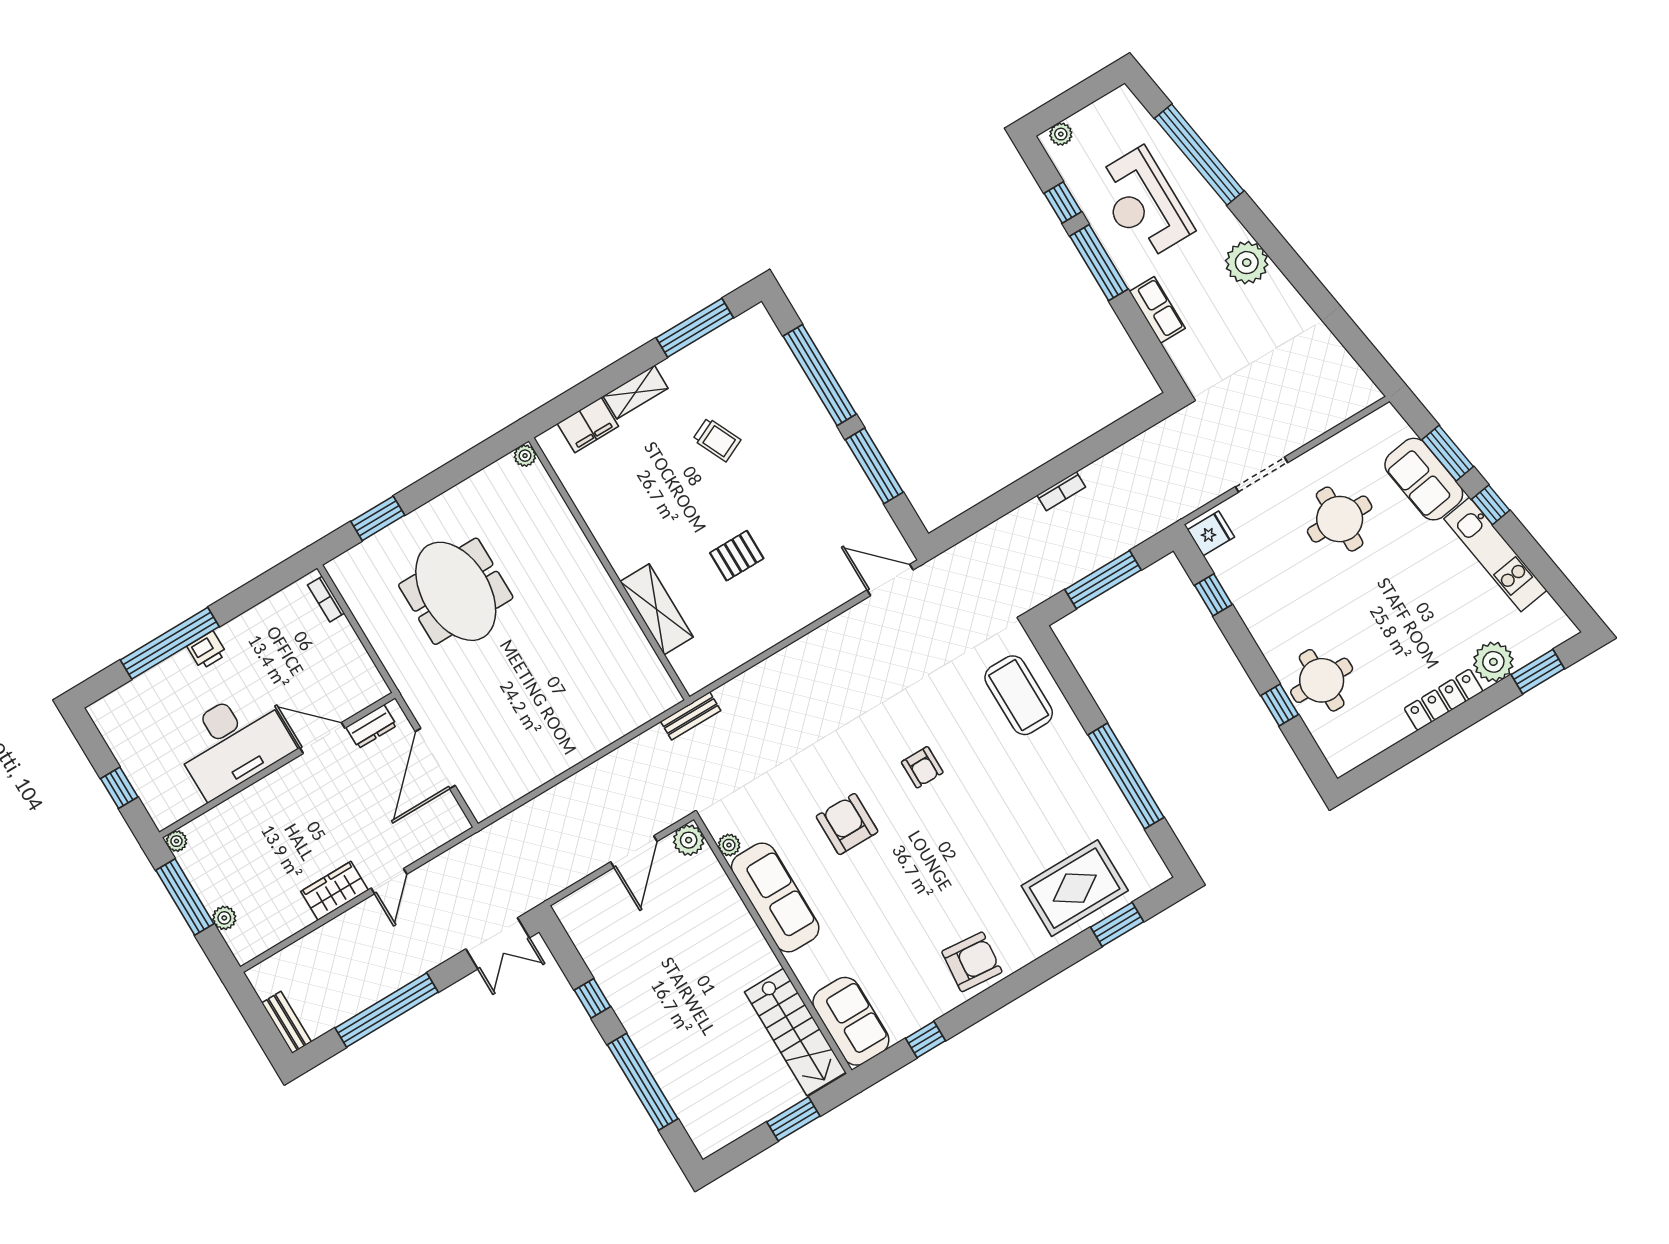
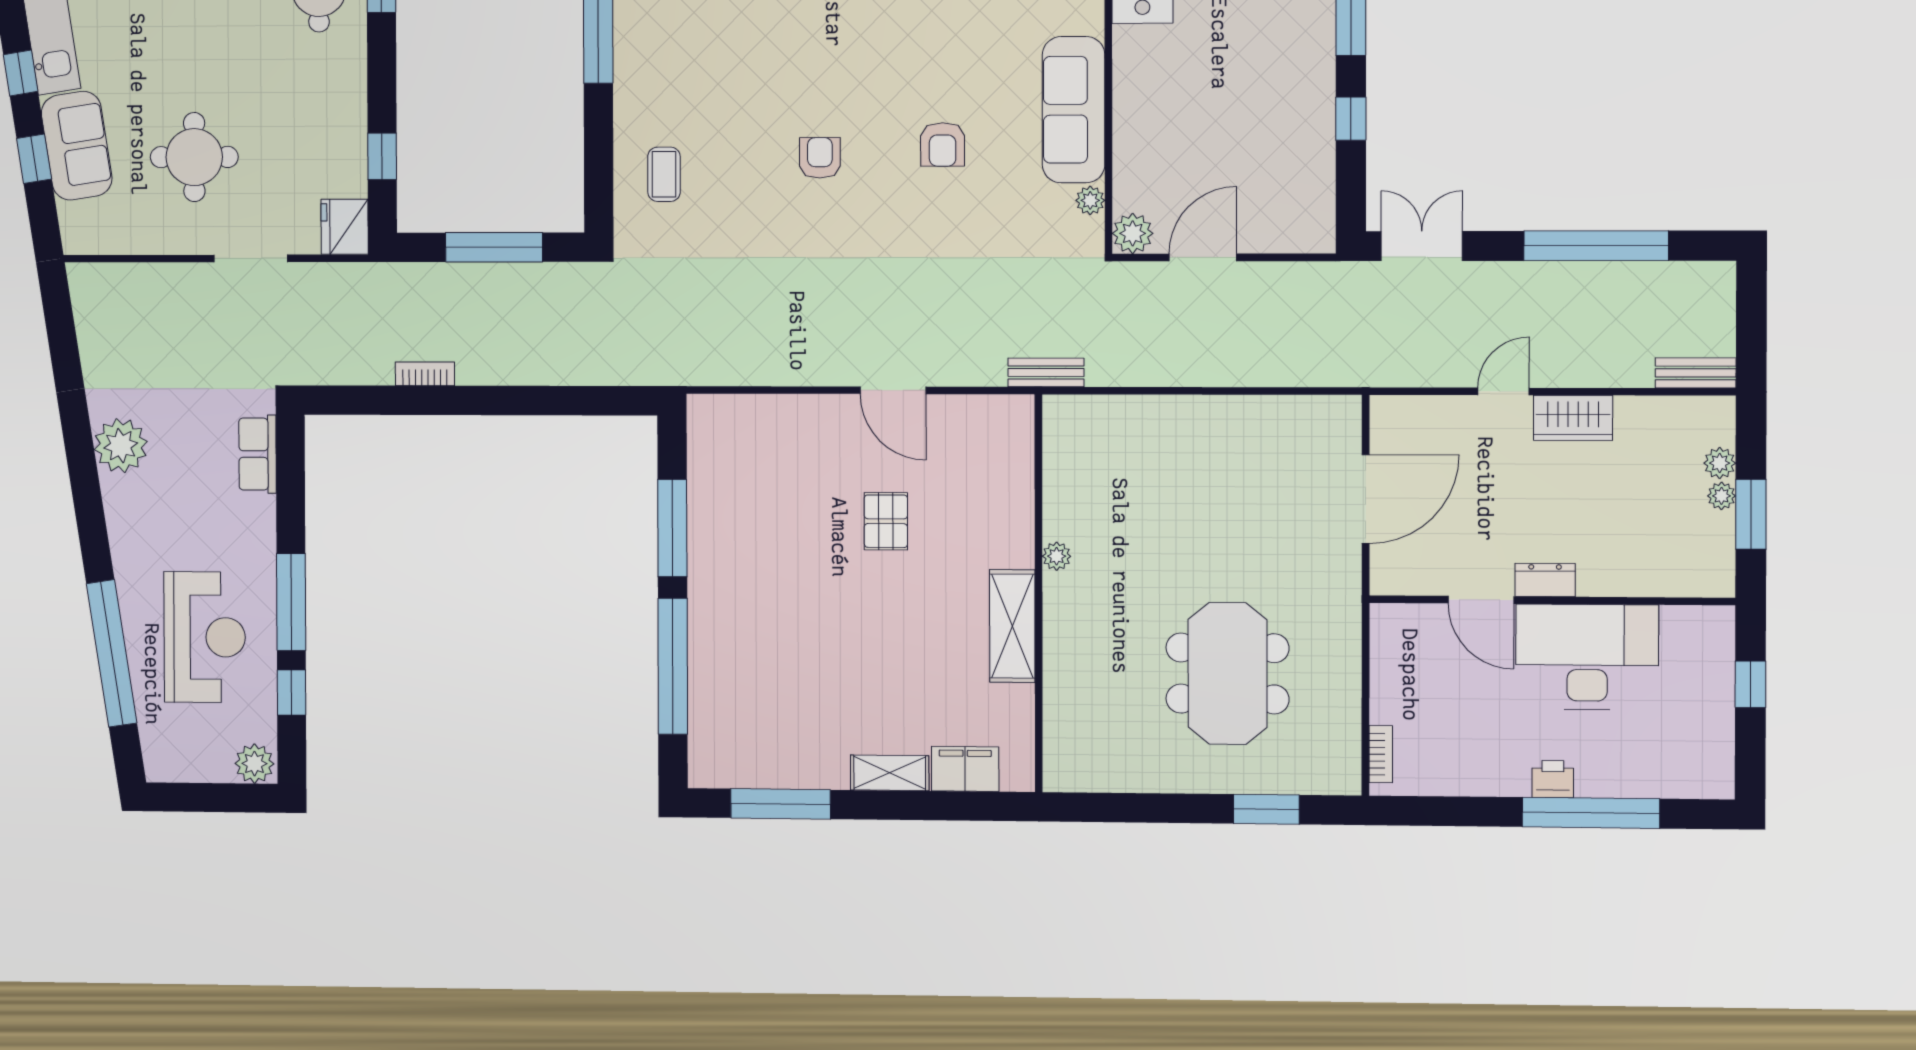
plant: (1061, 134) -> (254, 764), width x1.38, depth x1.38
plant: (1247, 263) -> (121, 446), moved
row of seats: (1157, 310) -> (258, 454), moved
trolley: (717, 440) -> (831, 664), removed
window: (1448, 453) -> (34, 159), width x0.67
plant: (525, 456) -> (1057, 556), moved
bookcase: (1061, 491) -> (425, 374), moved
fridge: (1211, 533) -> (345, 227), width x1.38
pallet: (737, 556) -> (886, 521), turned 90
door: (890, 580) -> (893, 390), moved
shelving: (657, 609) -> (1012, 626), moved
coffee table: (1019, 695) -> (664, 174), width x0.54, depth x0.58
dresser: (371, 726) -> (1545, 580), moved
armchair: (847, 824) -> (943, 144), width x0.72, depth x0.72
plant: (176, 841) -> (1722, 496), moved
window: (185, 897) -> (1751, 514), width x0.69
bench: (287, 1022) -> (1696, 373), moved, turned 90

